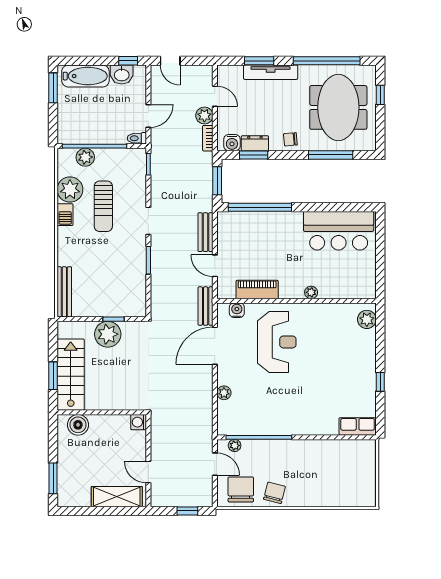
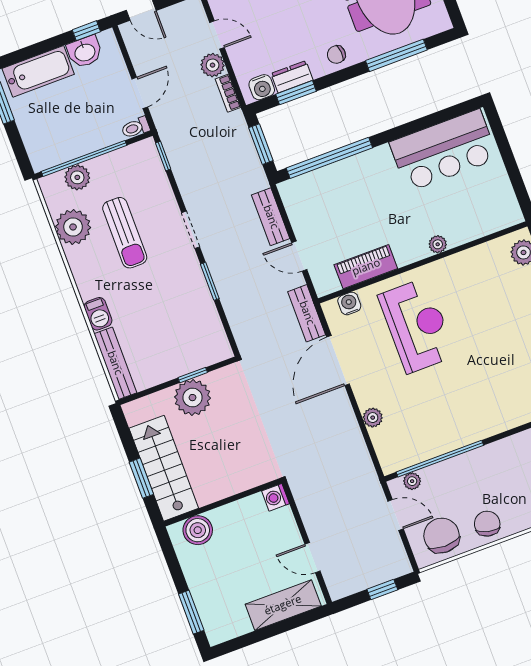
barbecue: (65, 215) -> (98, 314), moved

